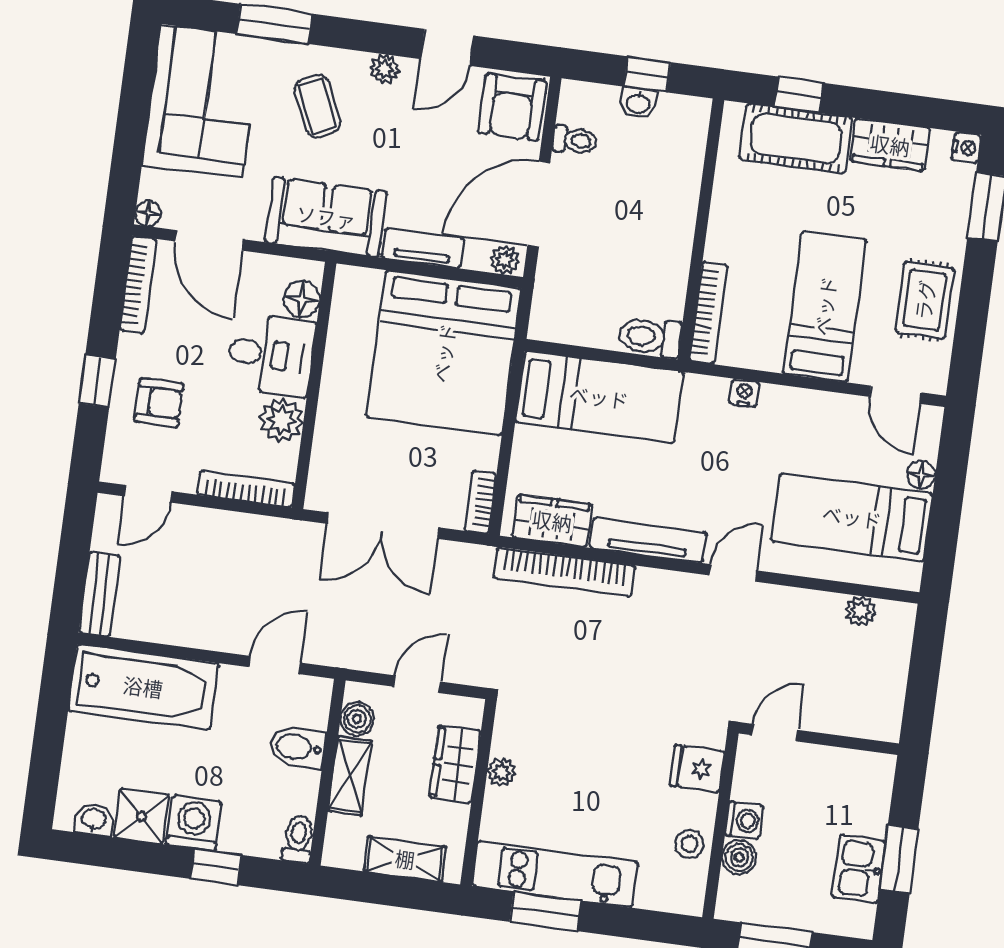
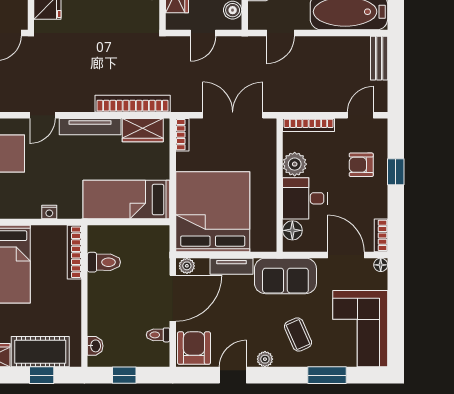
washbasin: (638, 103) -> (95, 346), moved, turned 90
bookcase: (138, 285) -> (381, 235), width x0.64
toilet: (650, 337) -> (104, 262), moved

